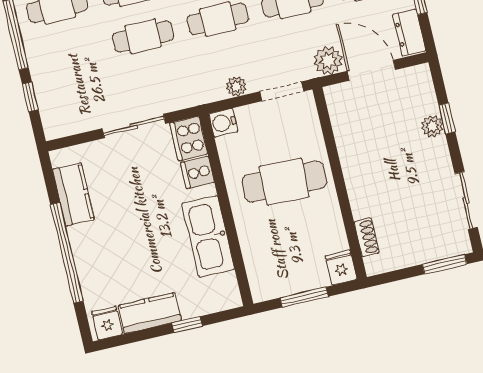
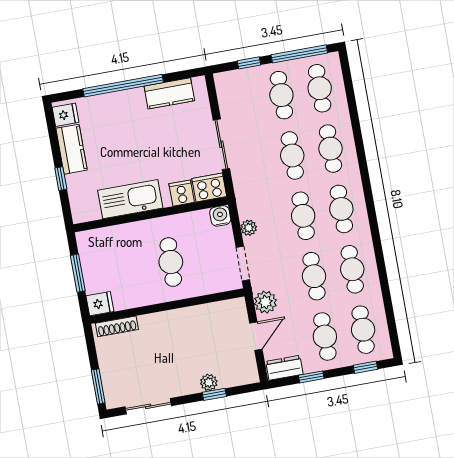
cafe table: (68, 54) -> (281, 95), added
door: (371, 70) -> (256, 336), width x0.73
cafe table: (284, 182) -> (171, 262), width x0.73, depth x0.74
shoe rack: (367, 237) -> (117, 326), width x1.43

